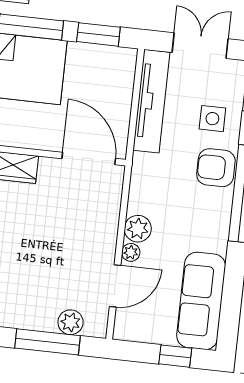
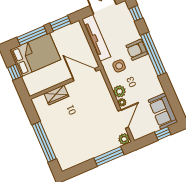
side table: (212, 119) -> (119, 66), moved
sofa: (201, 301) -> (163, 111), width x0.73
plant: (71, 322) -> (124, 139), moved

